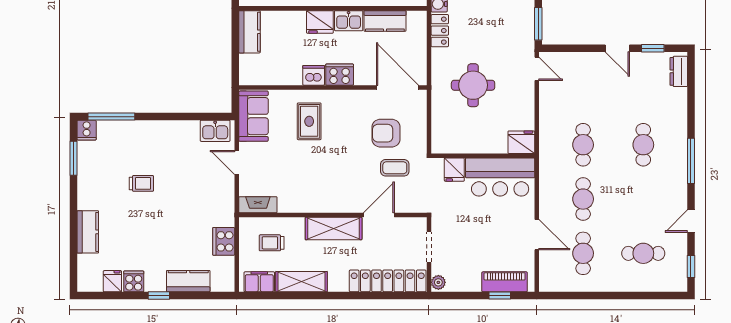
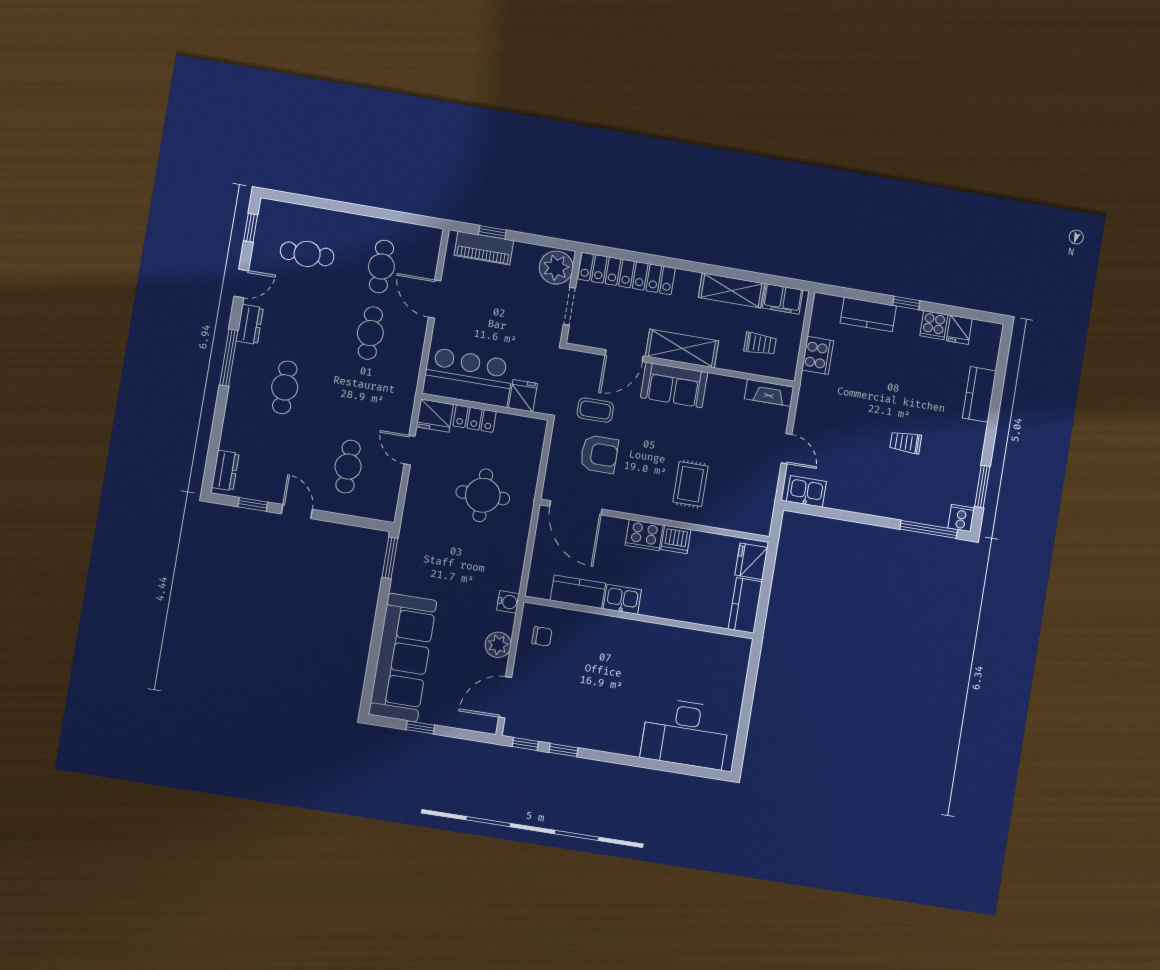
fridge: (320, 22) -> (751, 561), moved, turned -90
locker: (440, 31) -> (475, 419), moved, turned -90
door: (537, 69) -> (410, 450), moved
sofa: (253, 116) -> (674, 385), moved, turned -90
cafe table: (583, 145) -> (348, 467), moved
dresser: (679, 190) -> (250, 324), added
plant: (438, 282) -> (556, 268), width x1.87, depth x1.87

